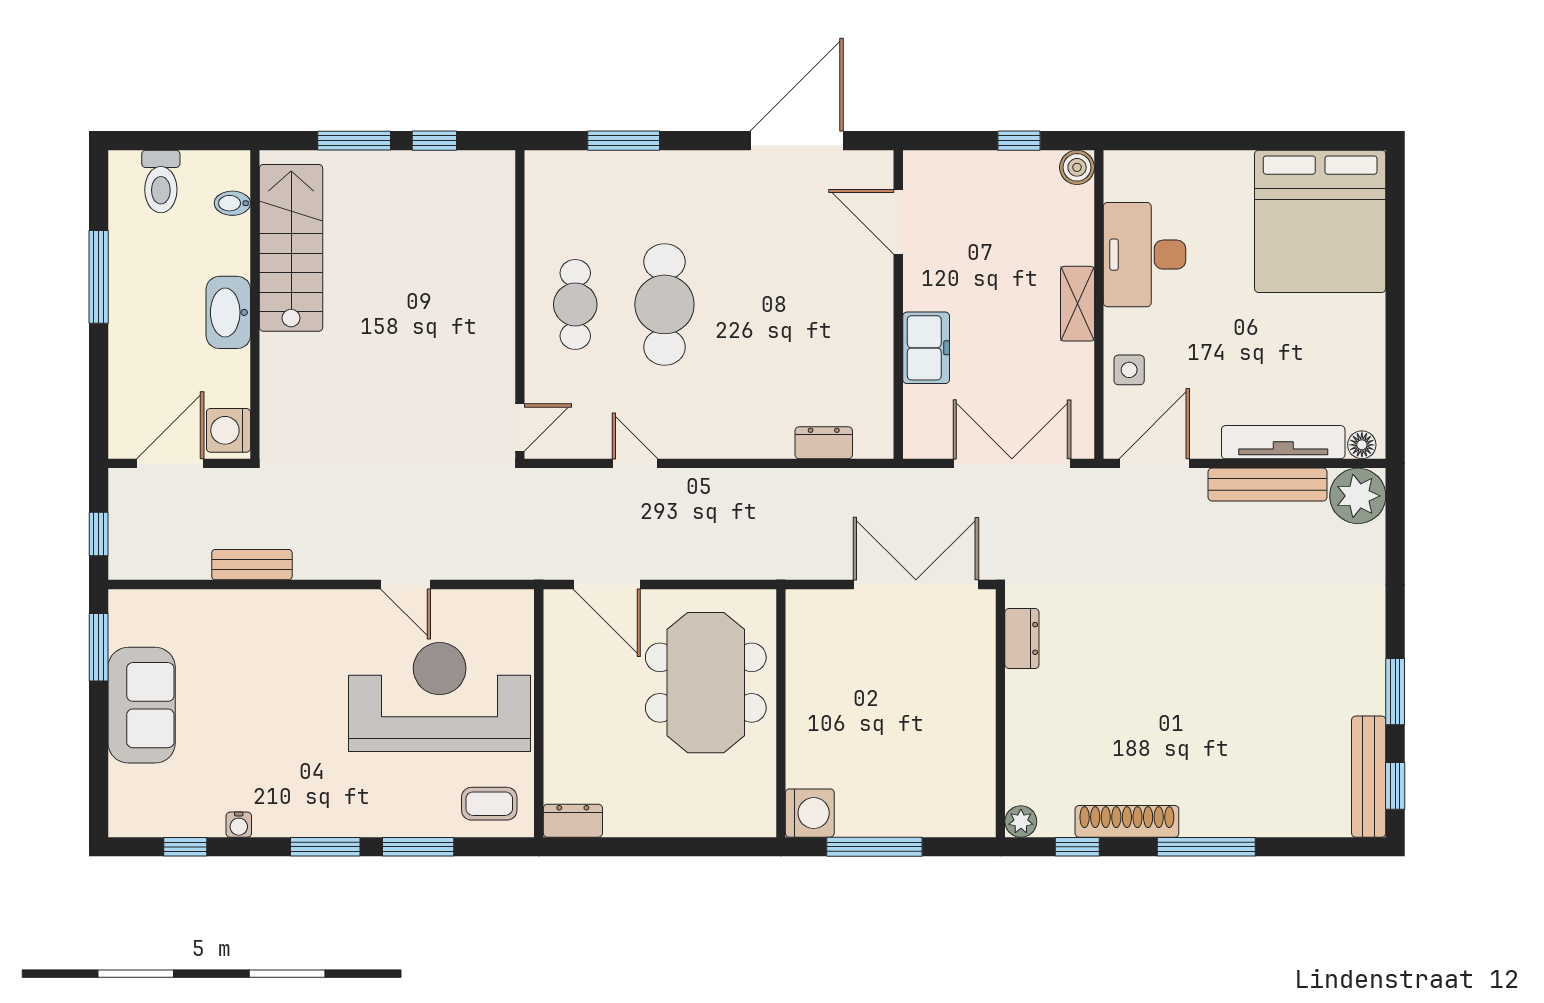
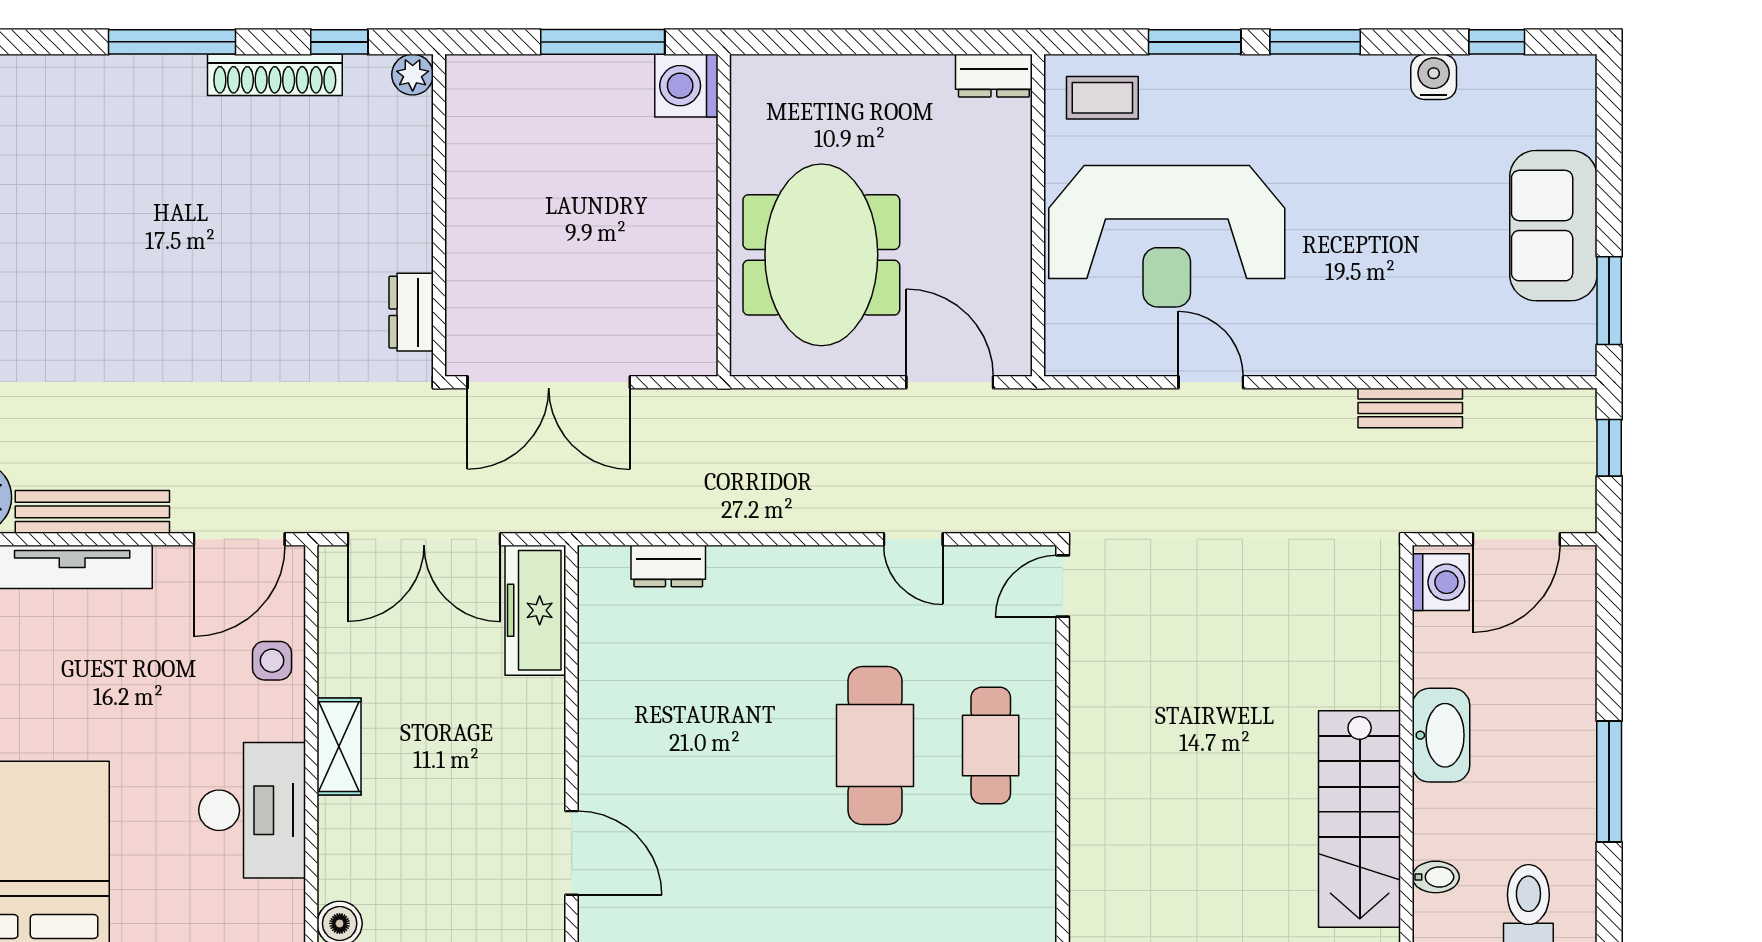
freezer: (926, 348) -> (535, 610), moved, width x1.40
water cooler: (239, 825) -> (1434, 77), width x1.38, depth x1.38

